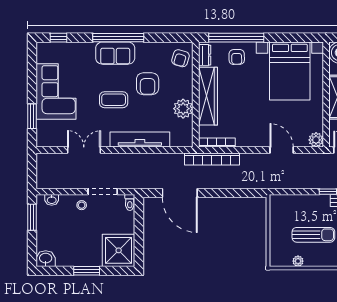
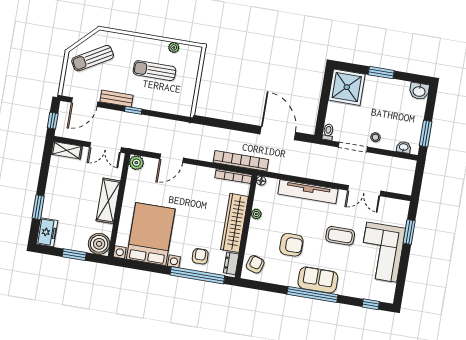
armchair: (148, 84) -> (291, 245), turned 90
coffee table: (114, 100) -> (340, 236), moved
plant: (183, 109) -> (256, 214), width x0.53, depth x0.53
floor lamp: (188, 143) -> (261, 181), added
door: (282, 150) -> (172, 158), hinge flipped

